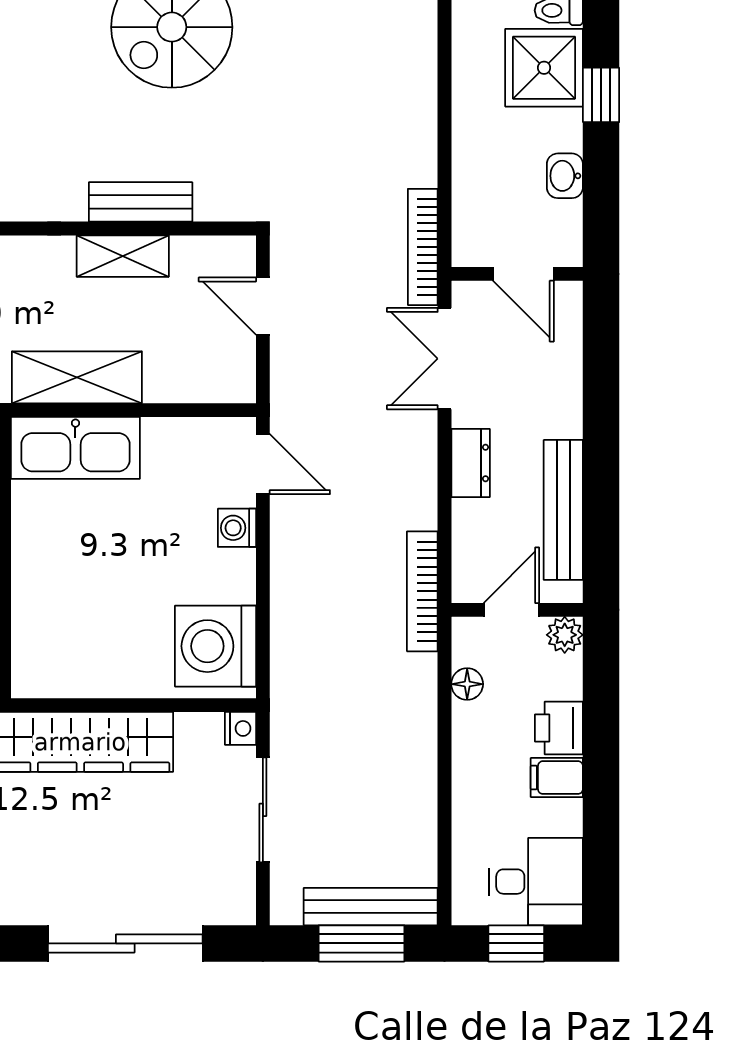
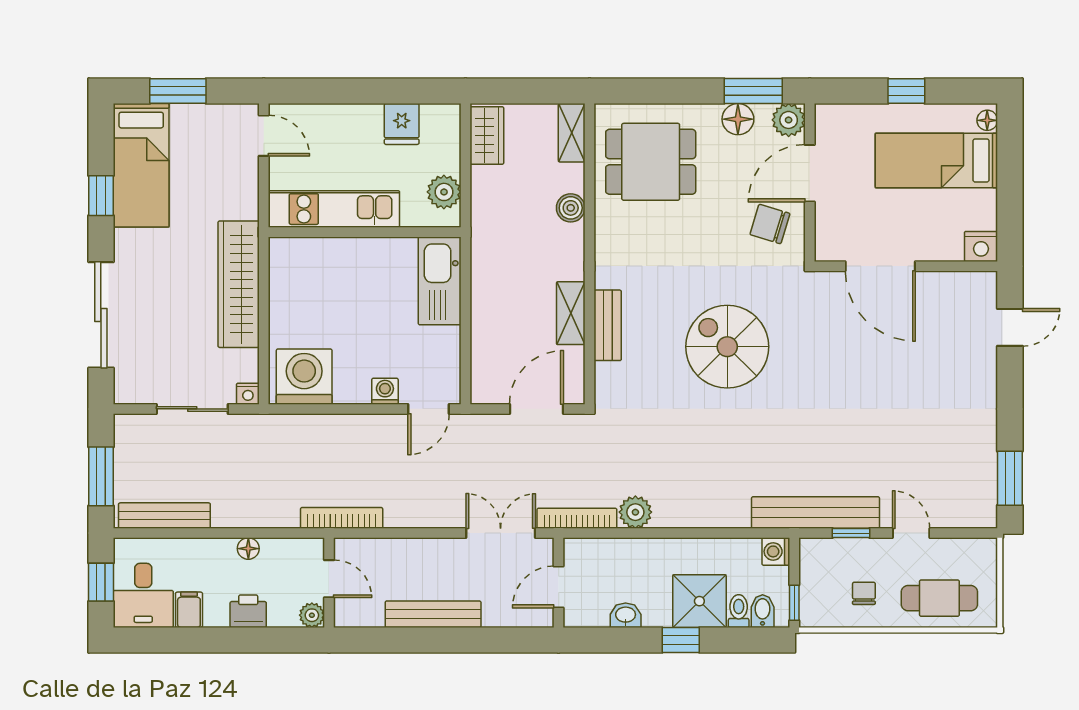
plant: (414, 161) -> (635, 512), added
door: (263, 306) -> (536, 409), width x1.38
shelving: (77, 377) -> (488, 282), removed
dresser: (471, 463) -> (429, 551), removed
bench: (563, 510) -> (433, 614), moved
floor lamp: (467, 684) -> (248, 549), moved
filing cabinet: (557, 778) -> (189, 610), moved
bench: (371, 907) -> (164, 516), moved, turned 90

